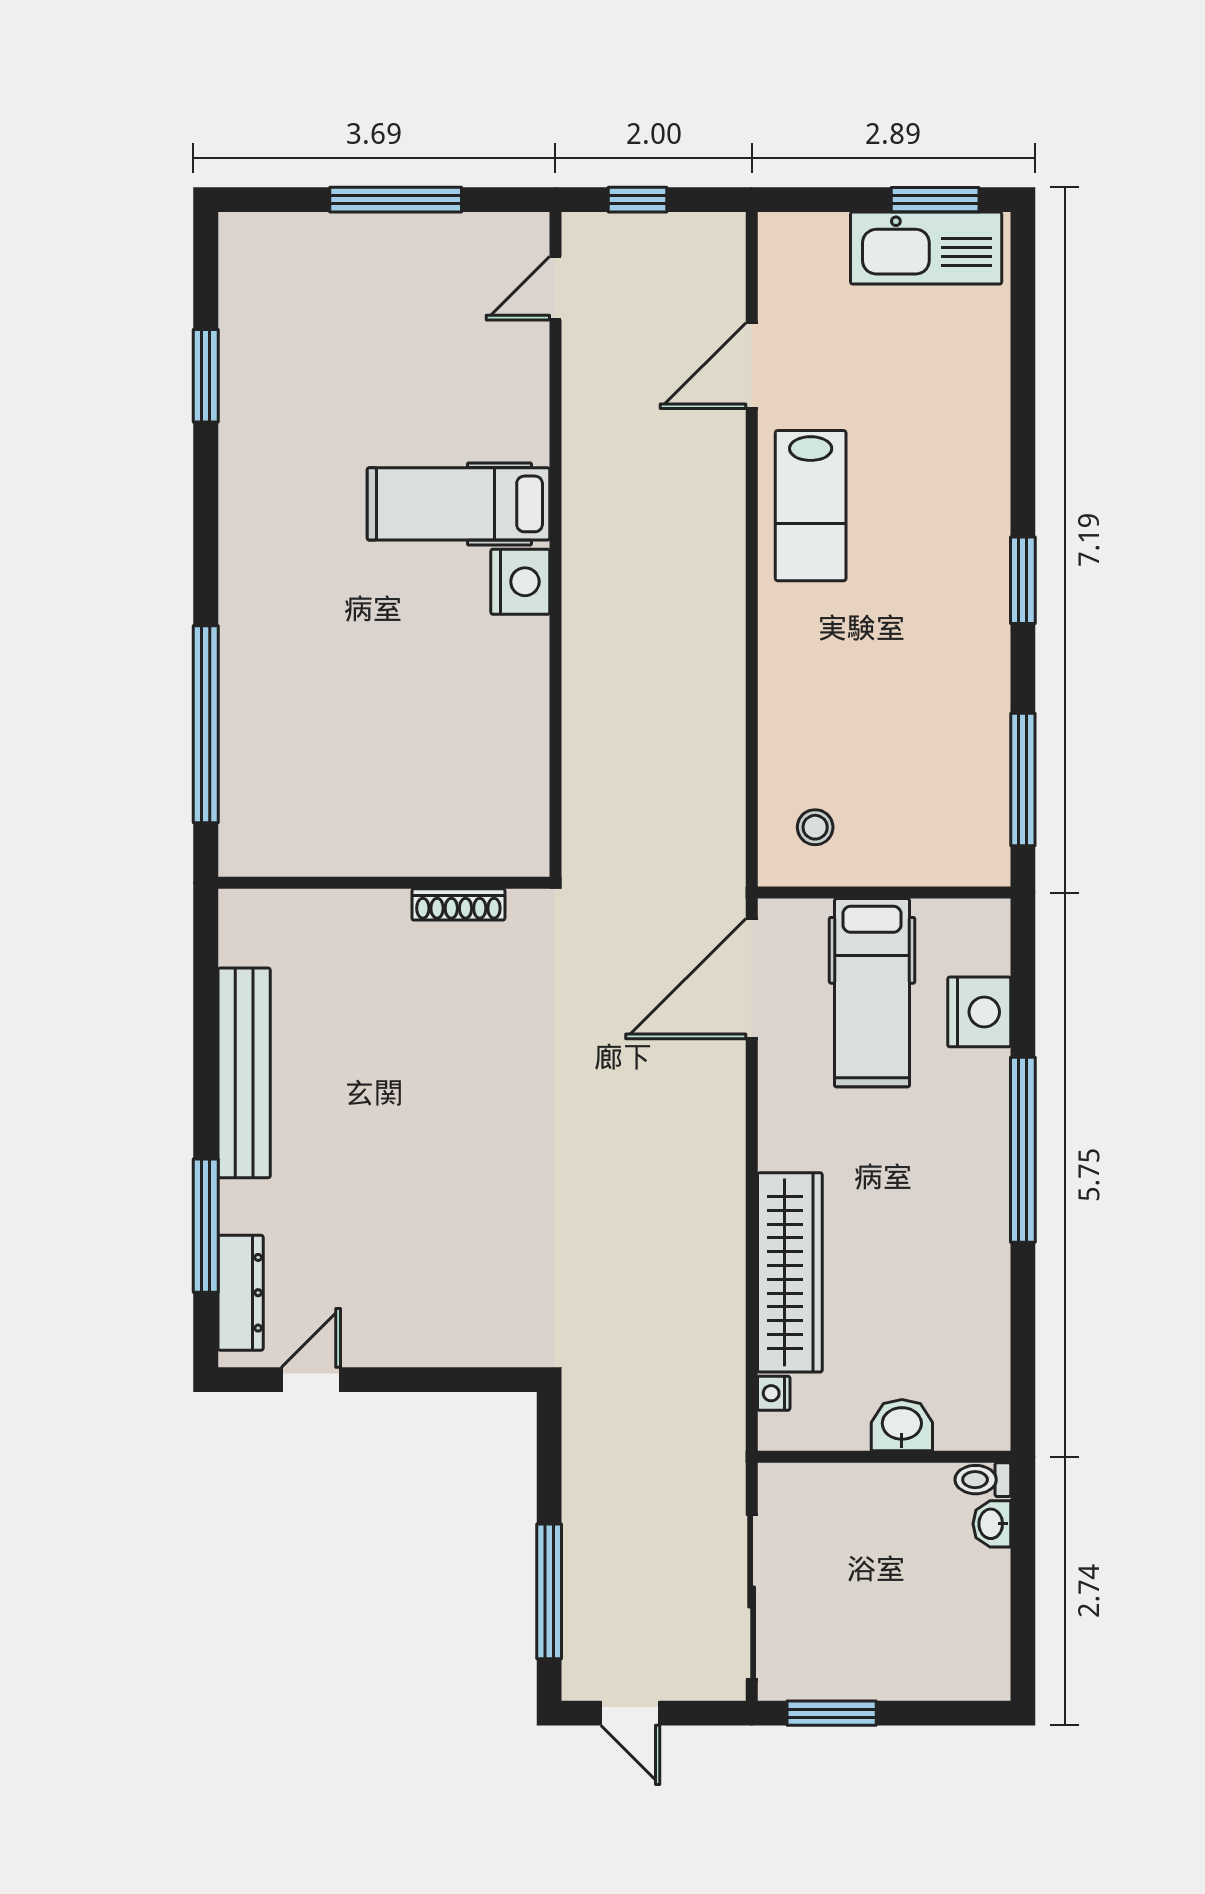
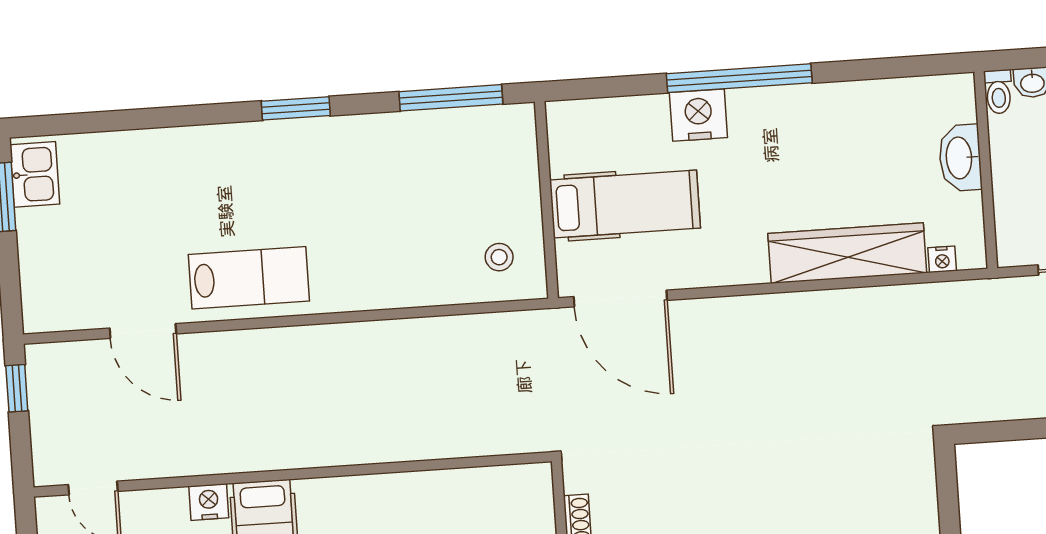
window: (637, 200) -> (17, 388), moved
kitchen sink: (926, 248) -> (35, 174), width x0.53, depth x0.81
nightstand: (520, 582) -> (209, 502), moved, width x0.74, depth x0.75
nightstand: (979, 1012) -> (698, 115), moved
washbasin: (902, 1425) -> (960, 158), width x1.38

